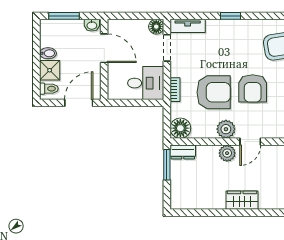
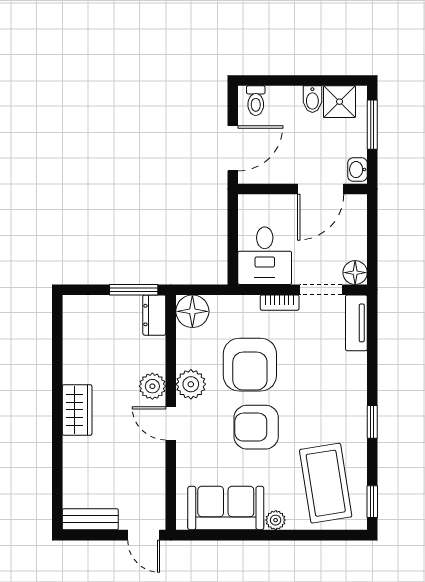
window: (230, 16) -> (372, 422), moved
shower: (50, 70) -> (340, 102), moved
bookcase: (175, 90) -> (280, 303), moved
door: (79, 103) -> (233, 148), hinge flipped

